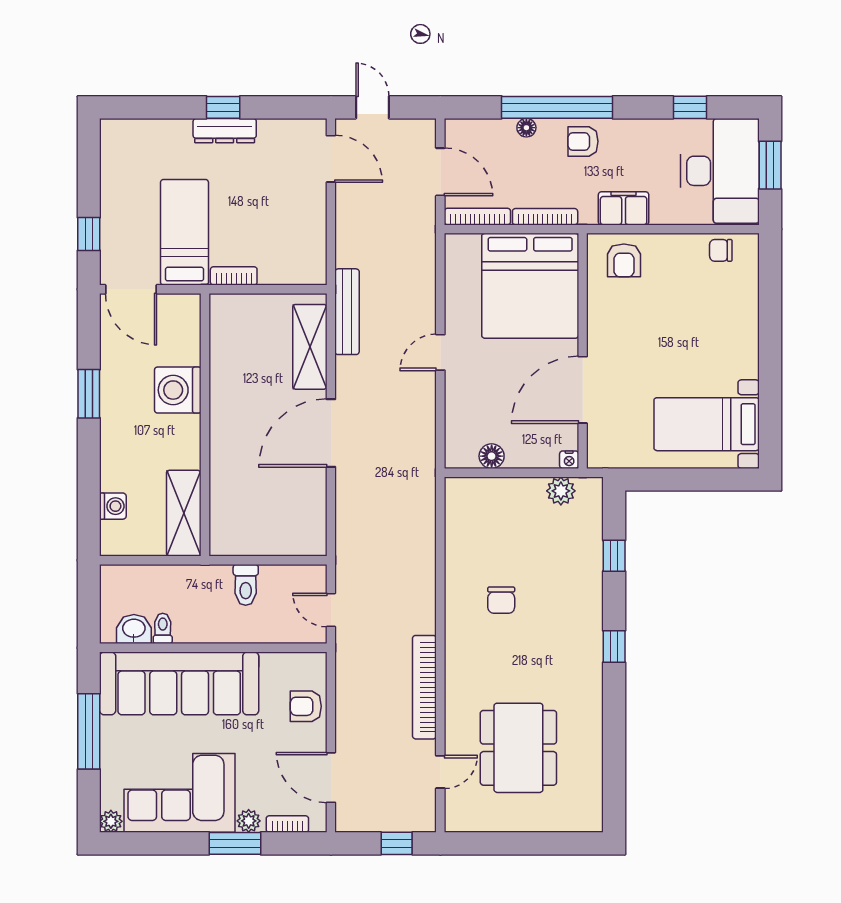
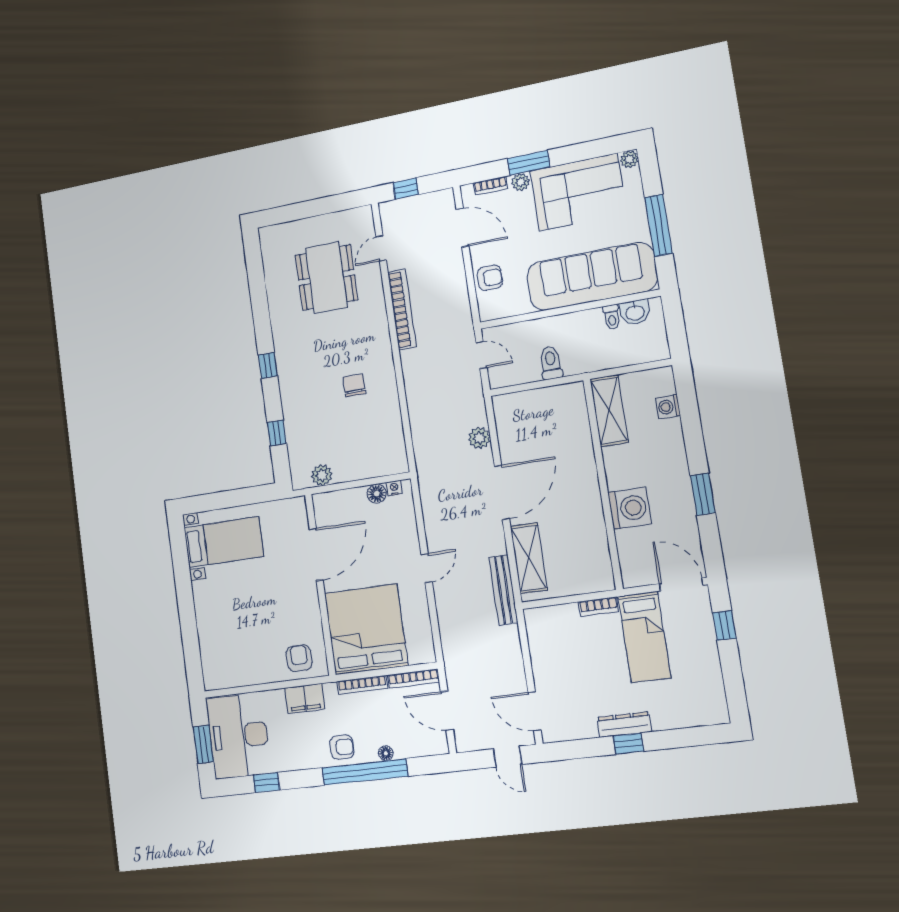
chair: (721, 250) -> (230, 675), removed
nightstand: (569, 460) -> (394, 488), moved
plant: (349, 506) -> (479, 438), added

